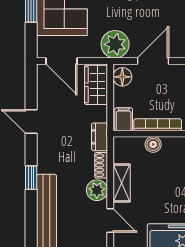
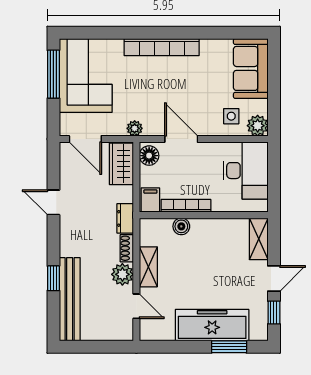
plant: (115, 44) -> (135, 128), width x0.53, depth x0.53
door: (153, 61) -> (181, 139), hinge flipped
window: (31, 178) -> (53, 278), moved

